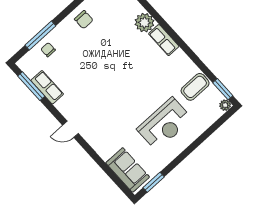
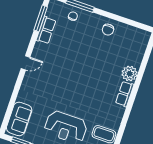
door: (70, 129) -> (25, 63), swing flipped

